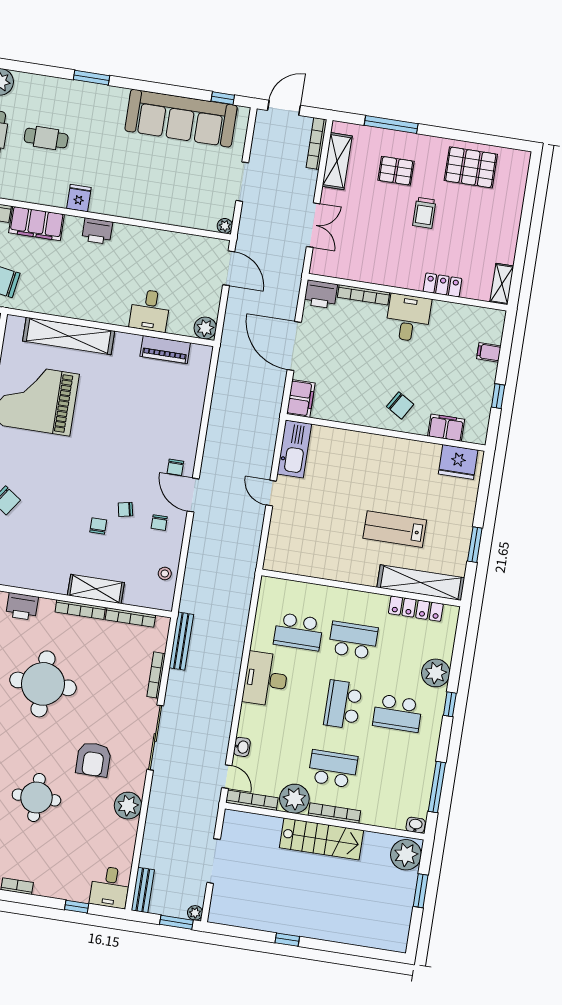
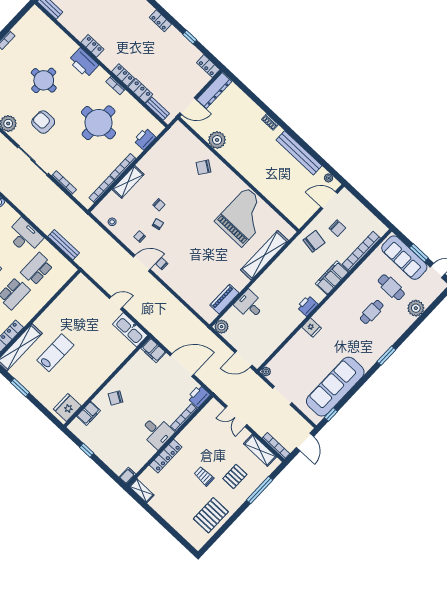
fridge: (79, 198) -> (312, 328), moved
locker: (442, 285) -> (166, 456), width x1.53
filing cabinet: (489, 352) -> (127, 476), moved
bench: (181, 641) -> (64, 245), moved

